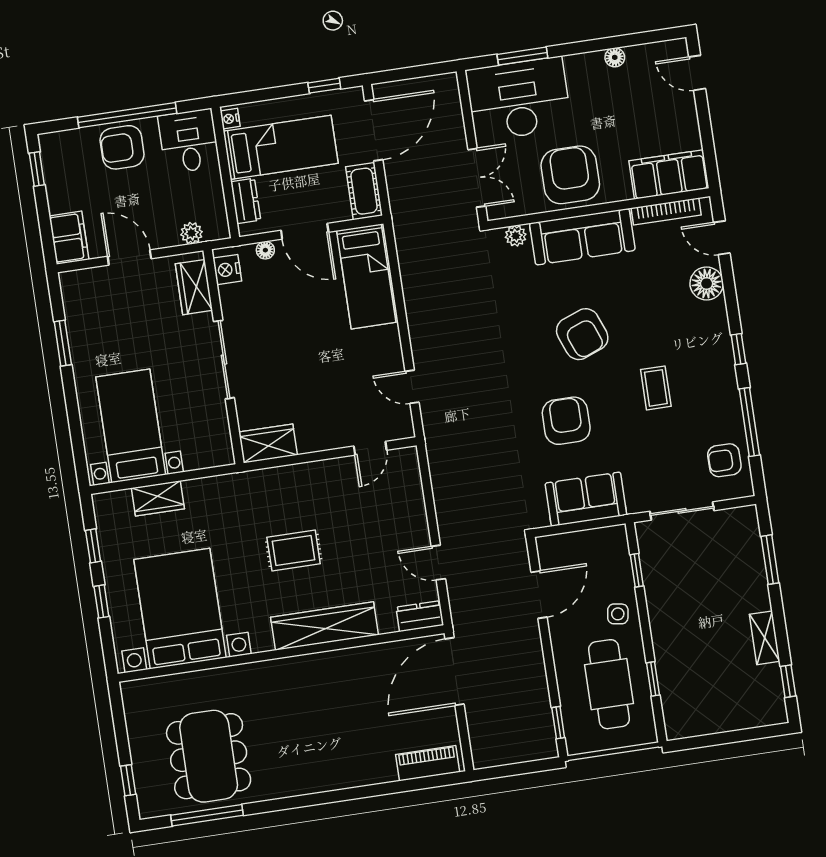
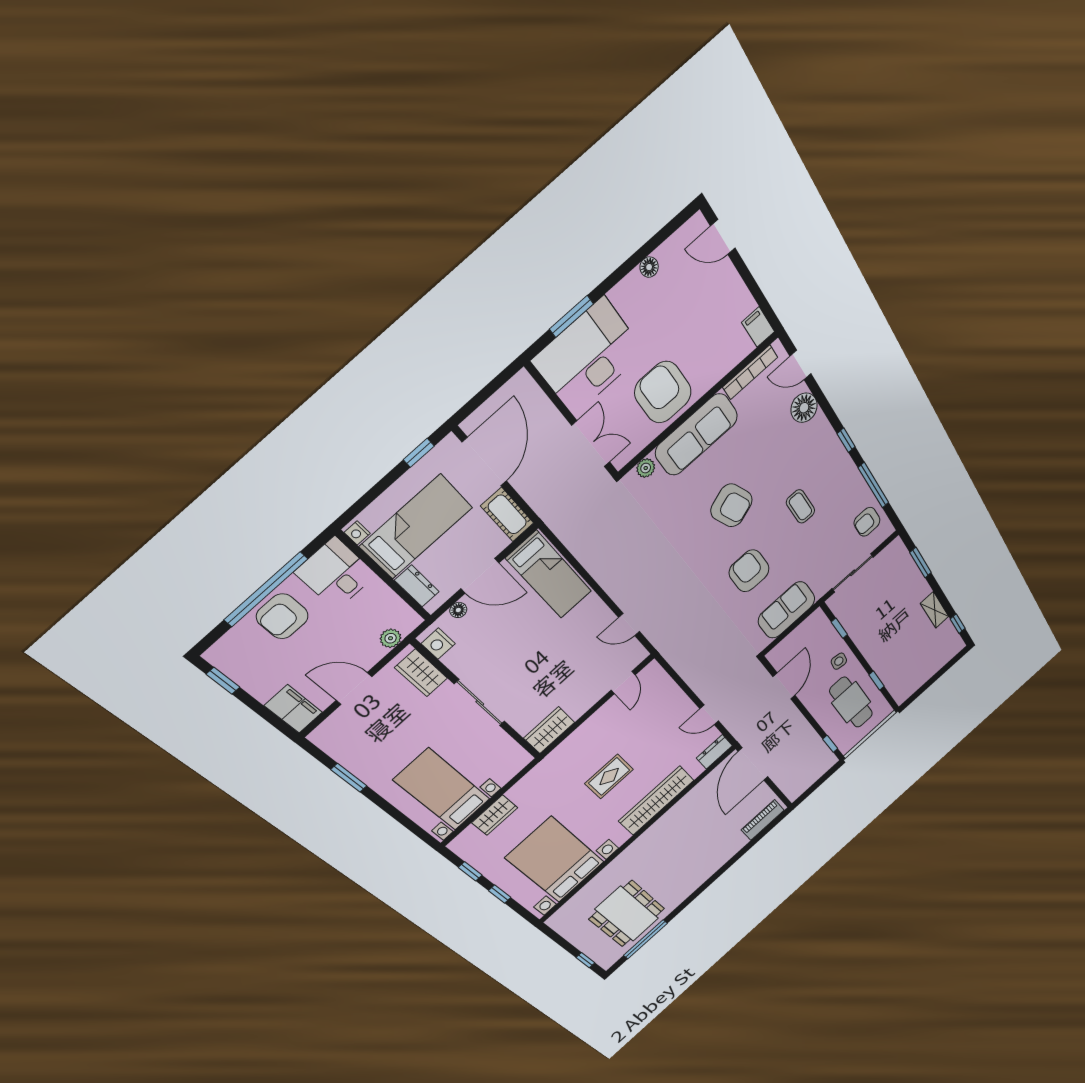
filing cabinet: (669, 174) -> (758, 327), width x0.33, depth x0.86

